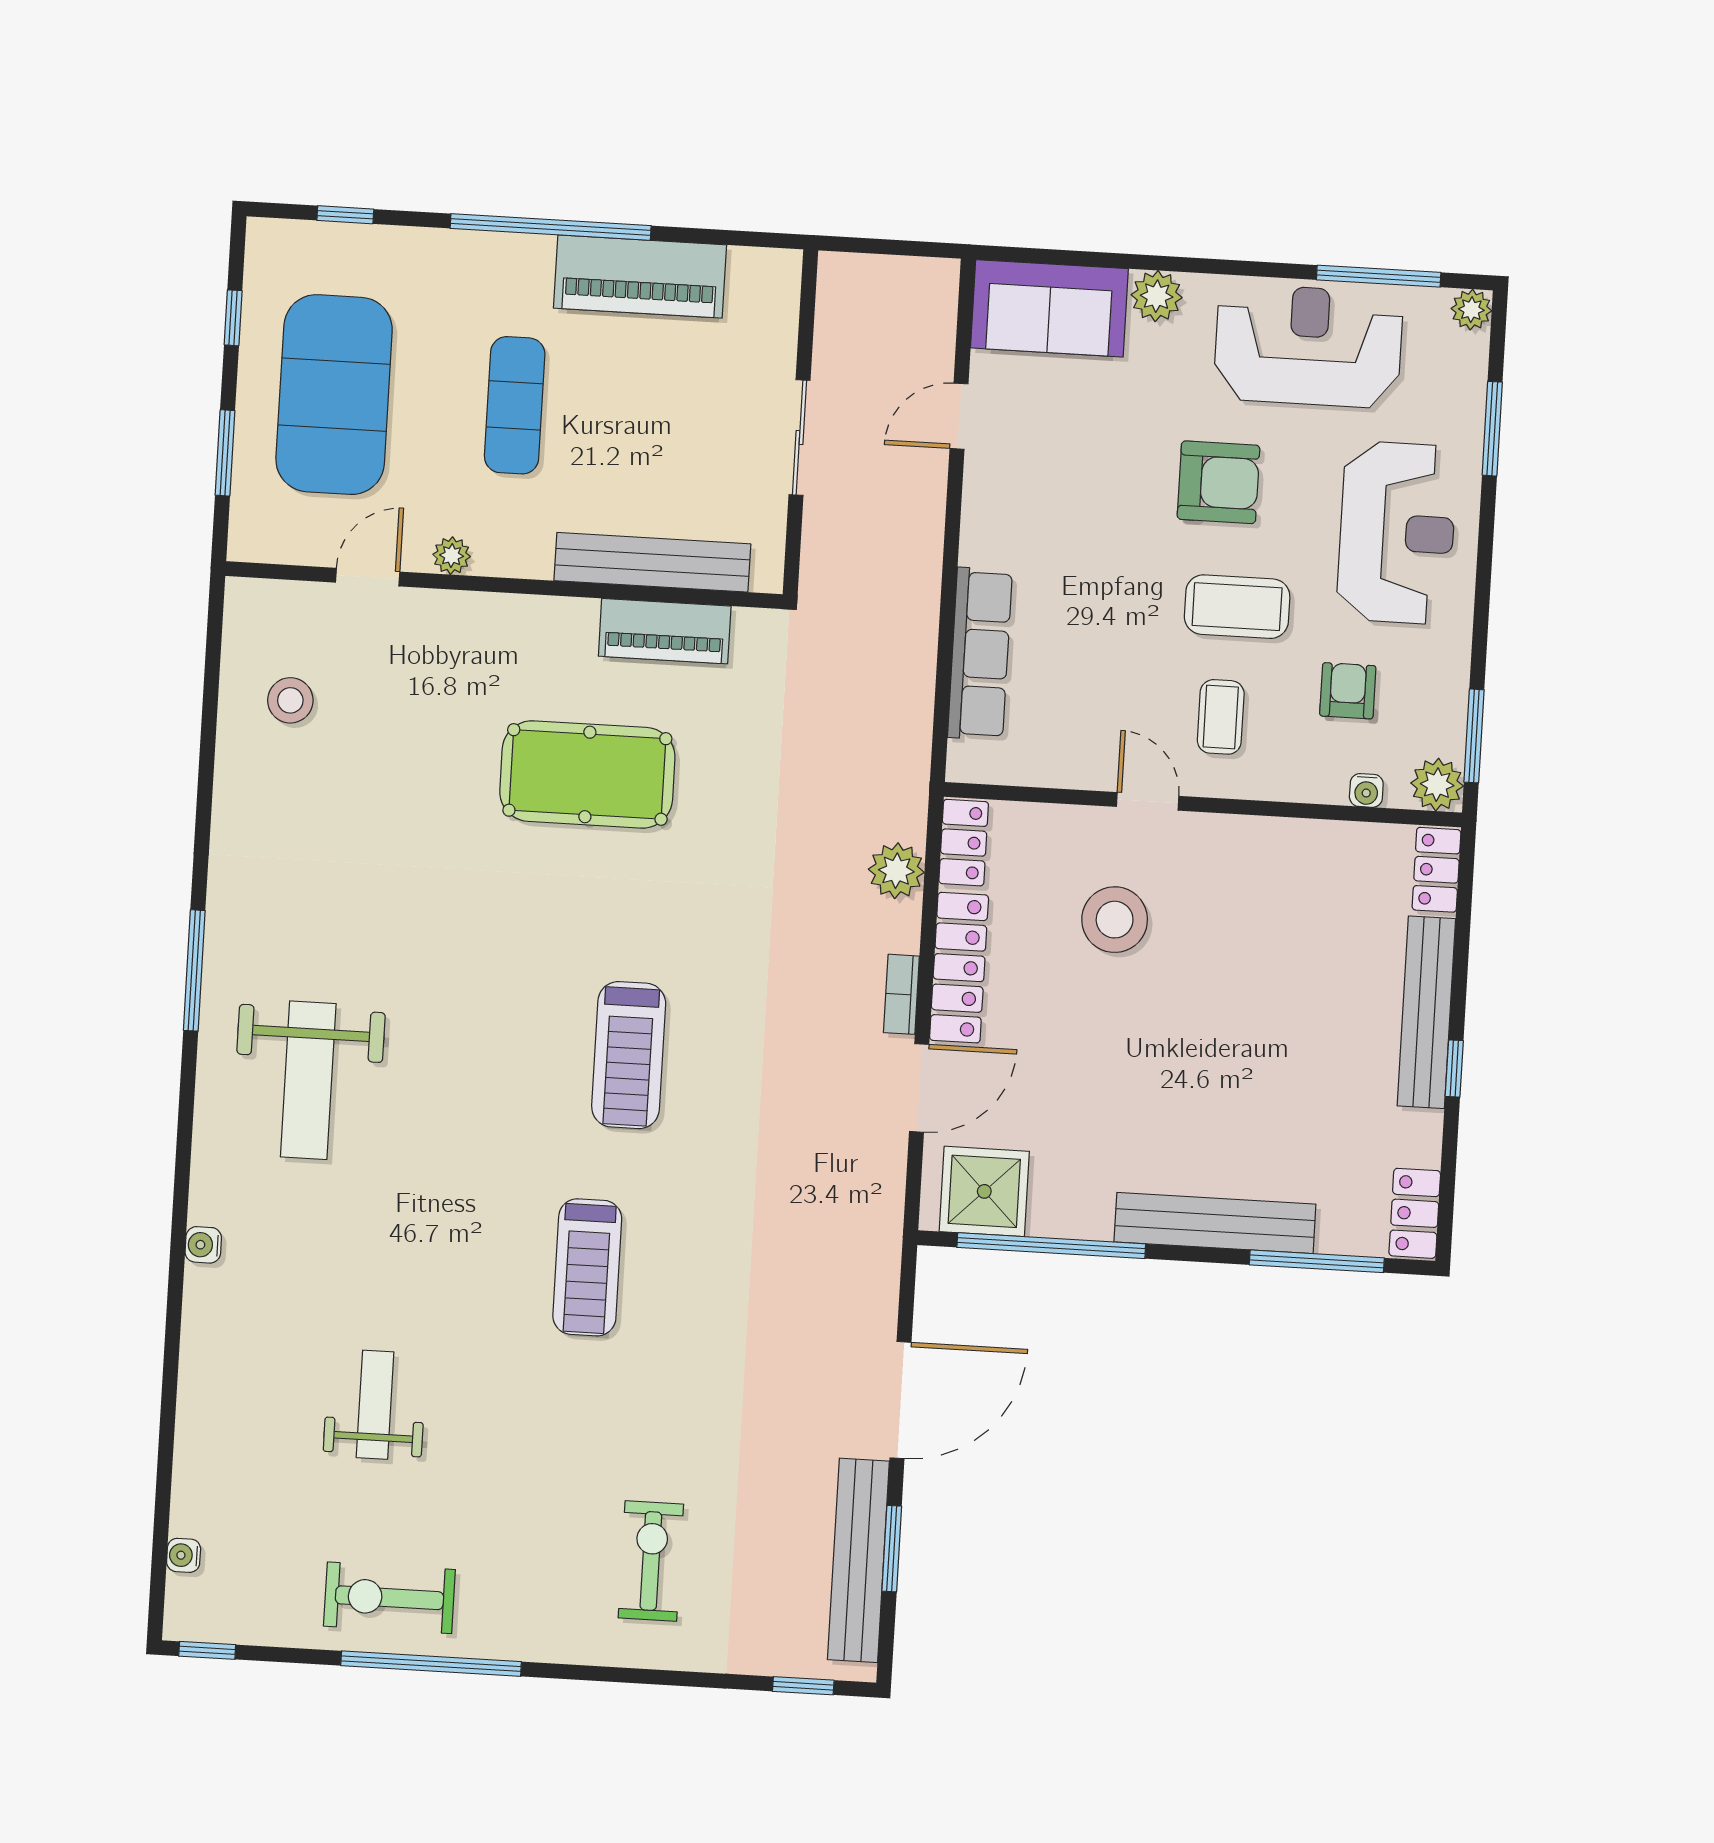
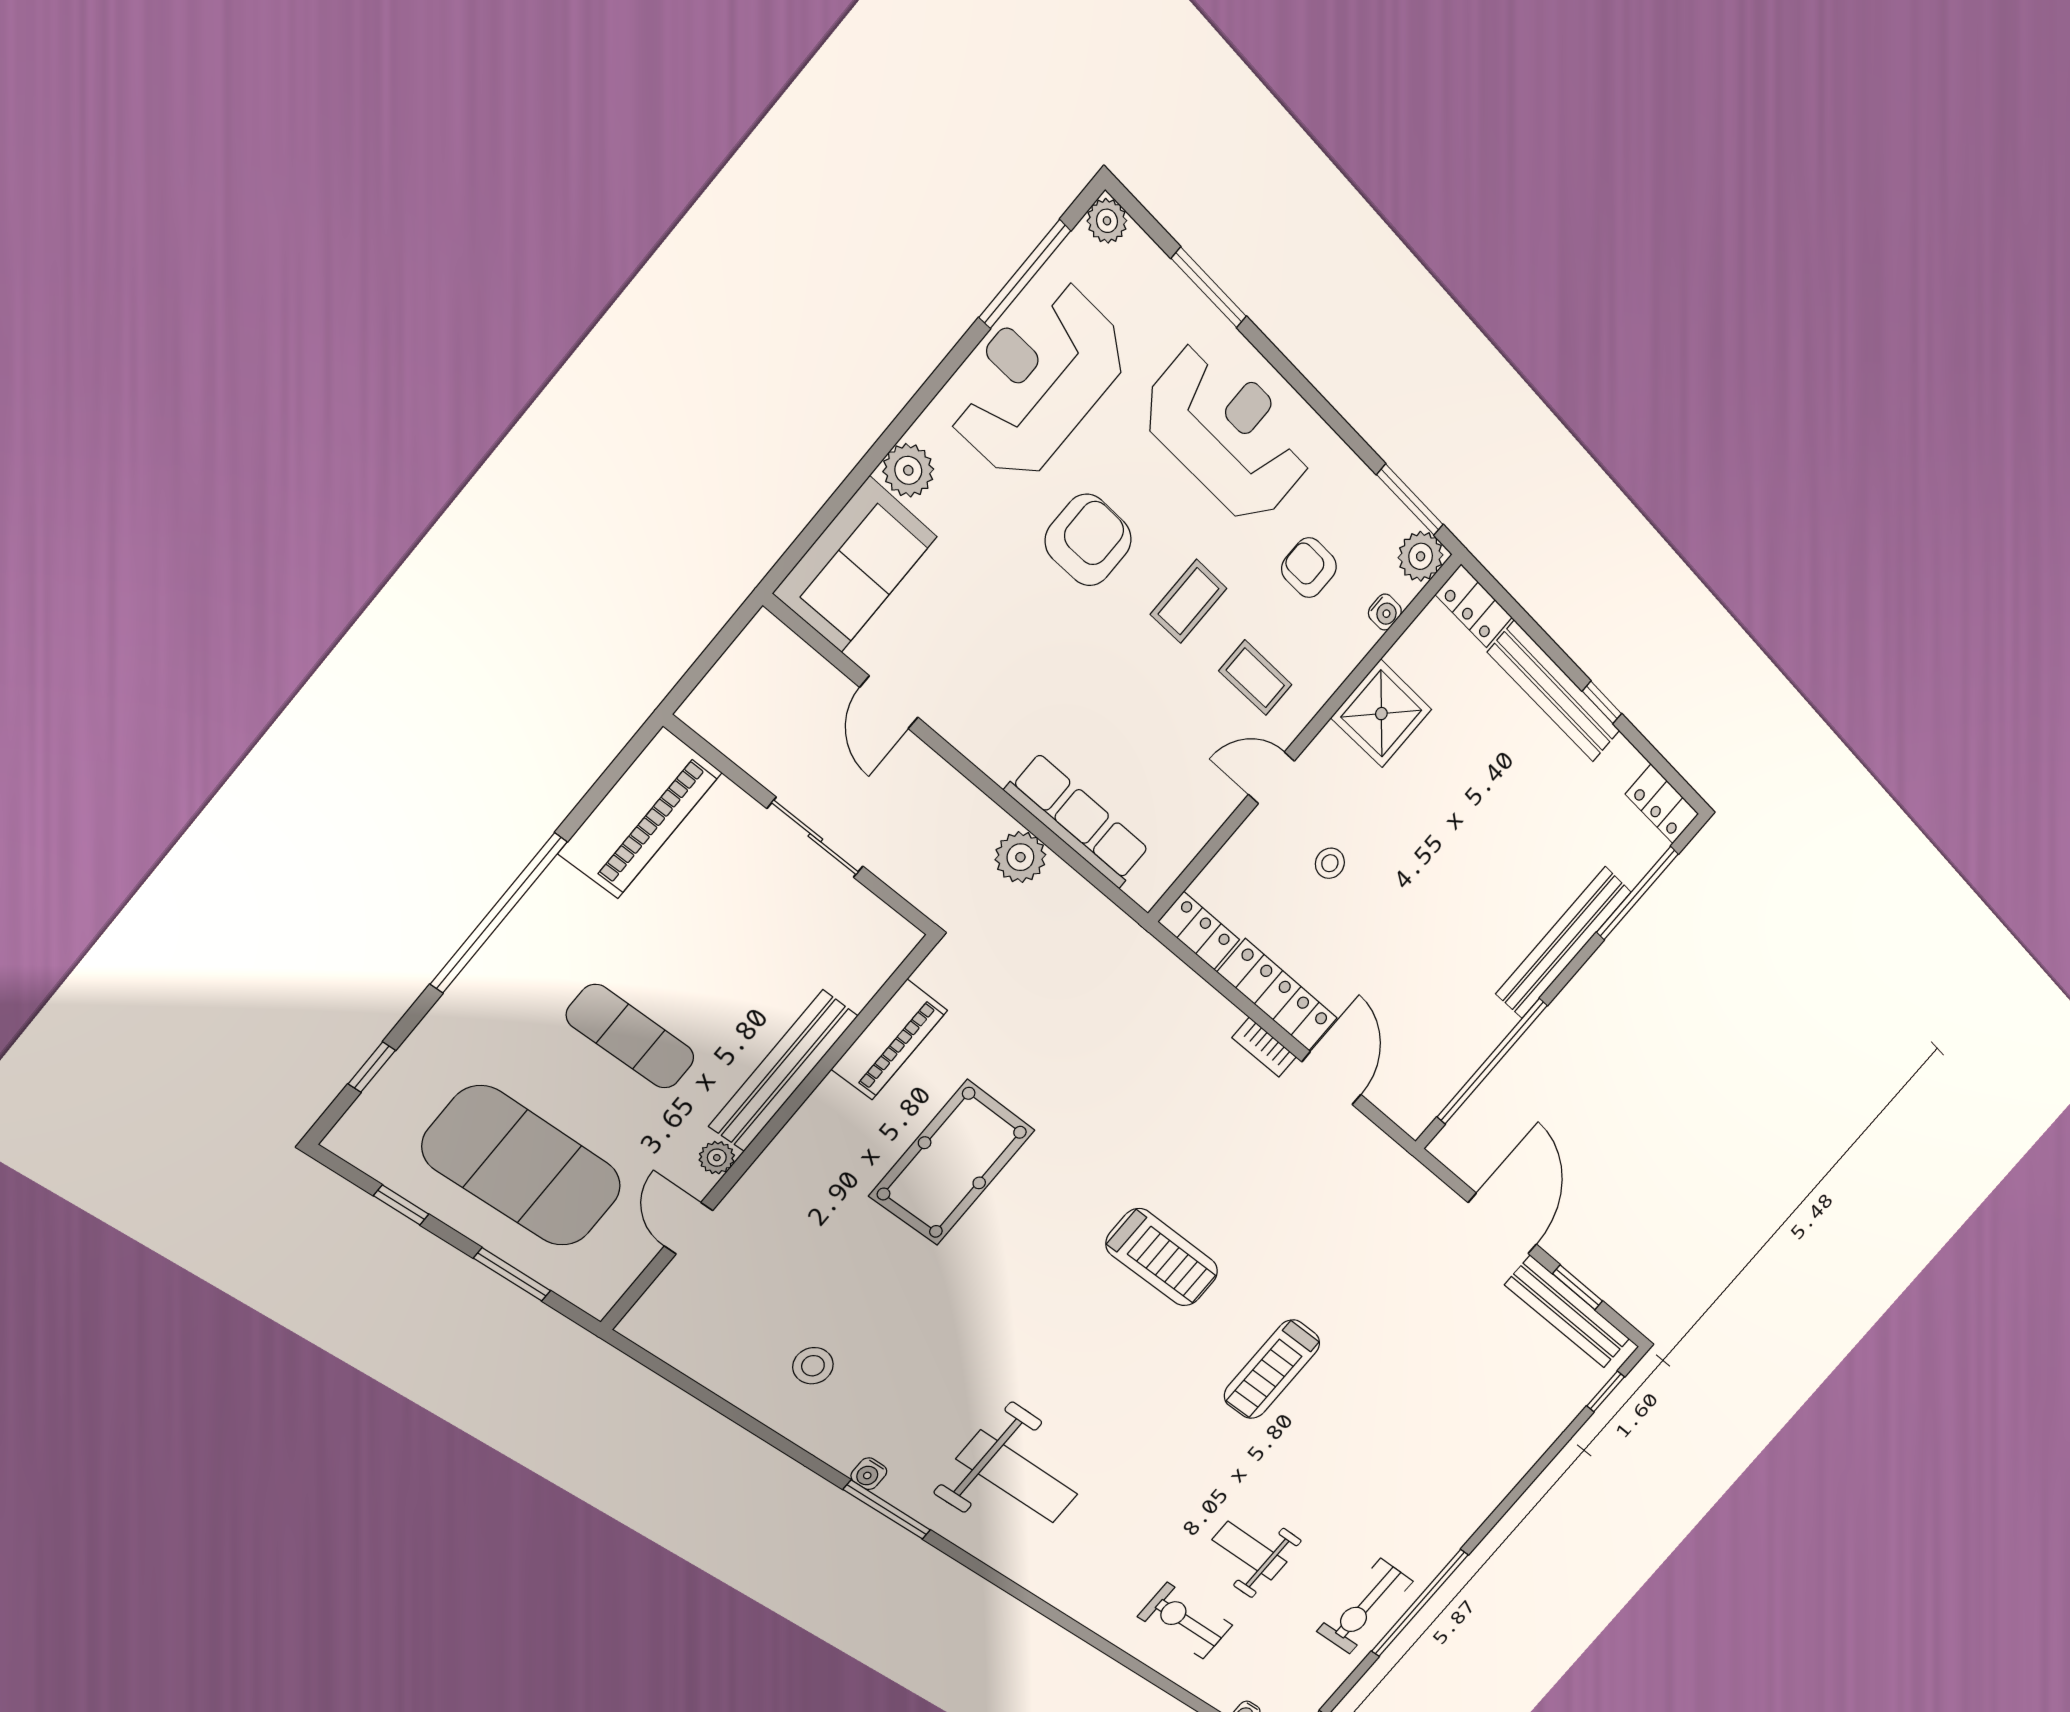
piano: (640, 276) -> (640, 813), moved
bench: (652, 562) -> (783, 1071), moved
coffee table: (1237, 607) -> (1189, 601), width x0.73, depth x0.77
stool: (290, 700) -> (813, 1366), moved
plant: (896, 871) -> (1020, 857), moved
stool: (1115, 920) -> (1330, 863), width x0.53, depth x0.53
shower: (984, 1191) -> (1381, 714), moved
water cooler: (203, 1245) -> (869, 1474), moved
treadmill: (587, 1267) -> (1272, 1369), turned 90
exercise bike: (651, 1561) -> (1185, 1621), moved

